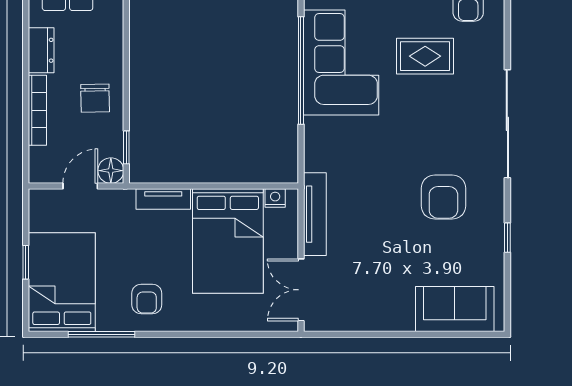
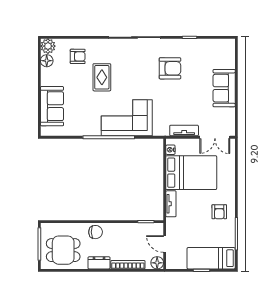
corner sofa: (341, 62) -> (127, 118), moved
chair: (95, 98) -> (96, 232), moved
floor lamp: (111, 171) -> (157, 263), moved
tv unit: (315, 214) -> (184, 131), width x0.71
bed: (62, 282) -> (211, 258), width x0.67
armchair: (147, 299) -> (219, 212), turned 90
sofa: (455, 309) -> (224, 88), moved

